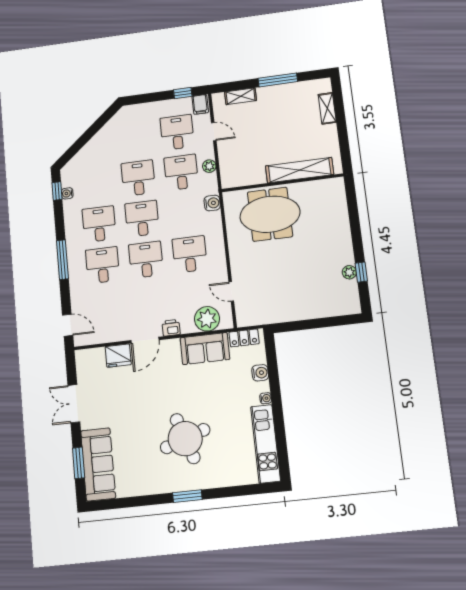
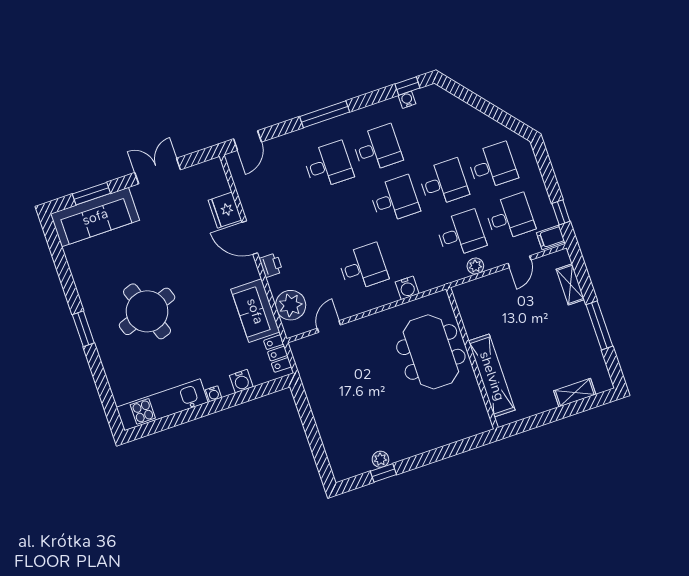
water cooler: (212, 203) -> (407, 288), moved
desk: (146, 260) -> (493, 166), moved

